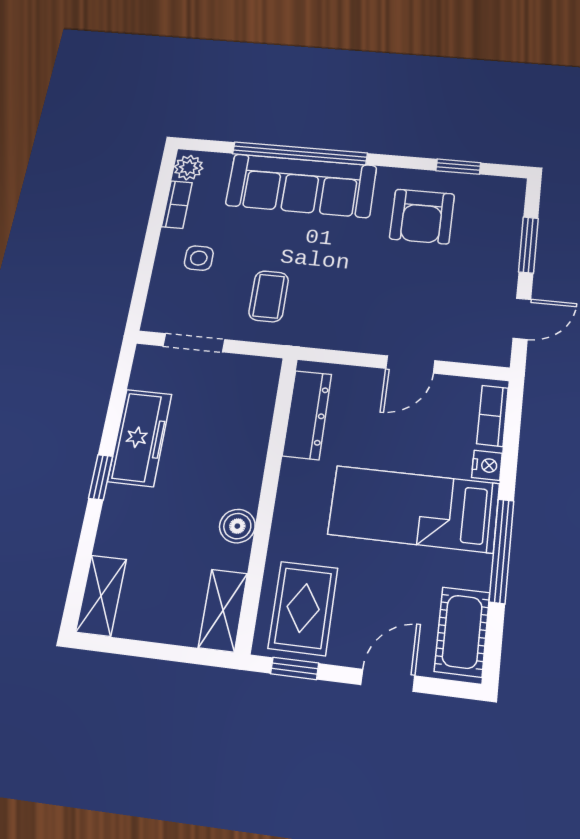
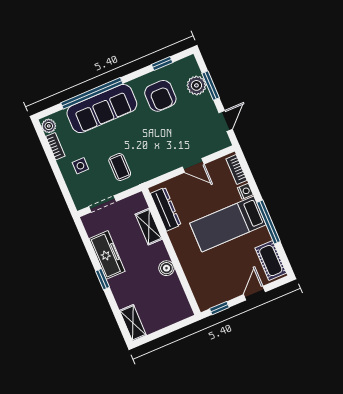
plant: (501, 232) -> (196, 85), added
door: (410, 365) -> (193, 165), hinge flipped
rug: (303, 608) -> (209, 285), removed
shelving: (223, 610) -> (149, 227), moved

